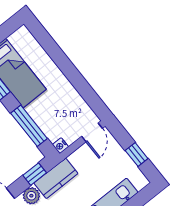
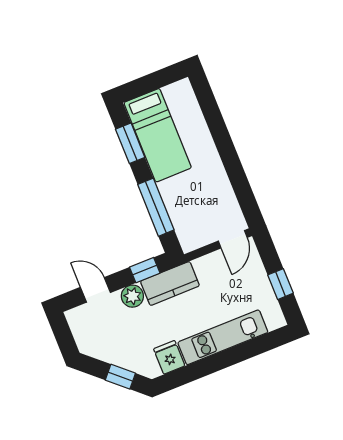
nightstand: (60, 146) -> (188, 244), removed

